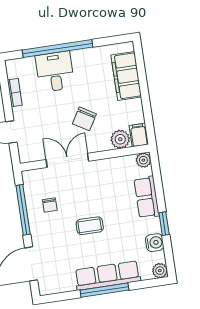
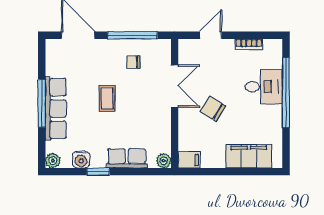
plant: (120, 139) -> (188, 141), removed

